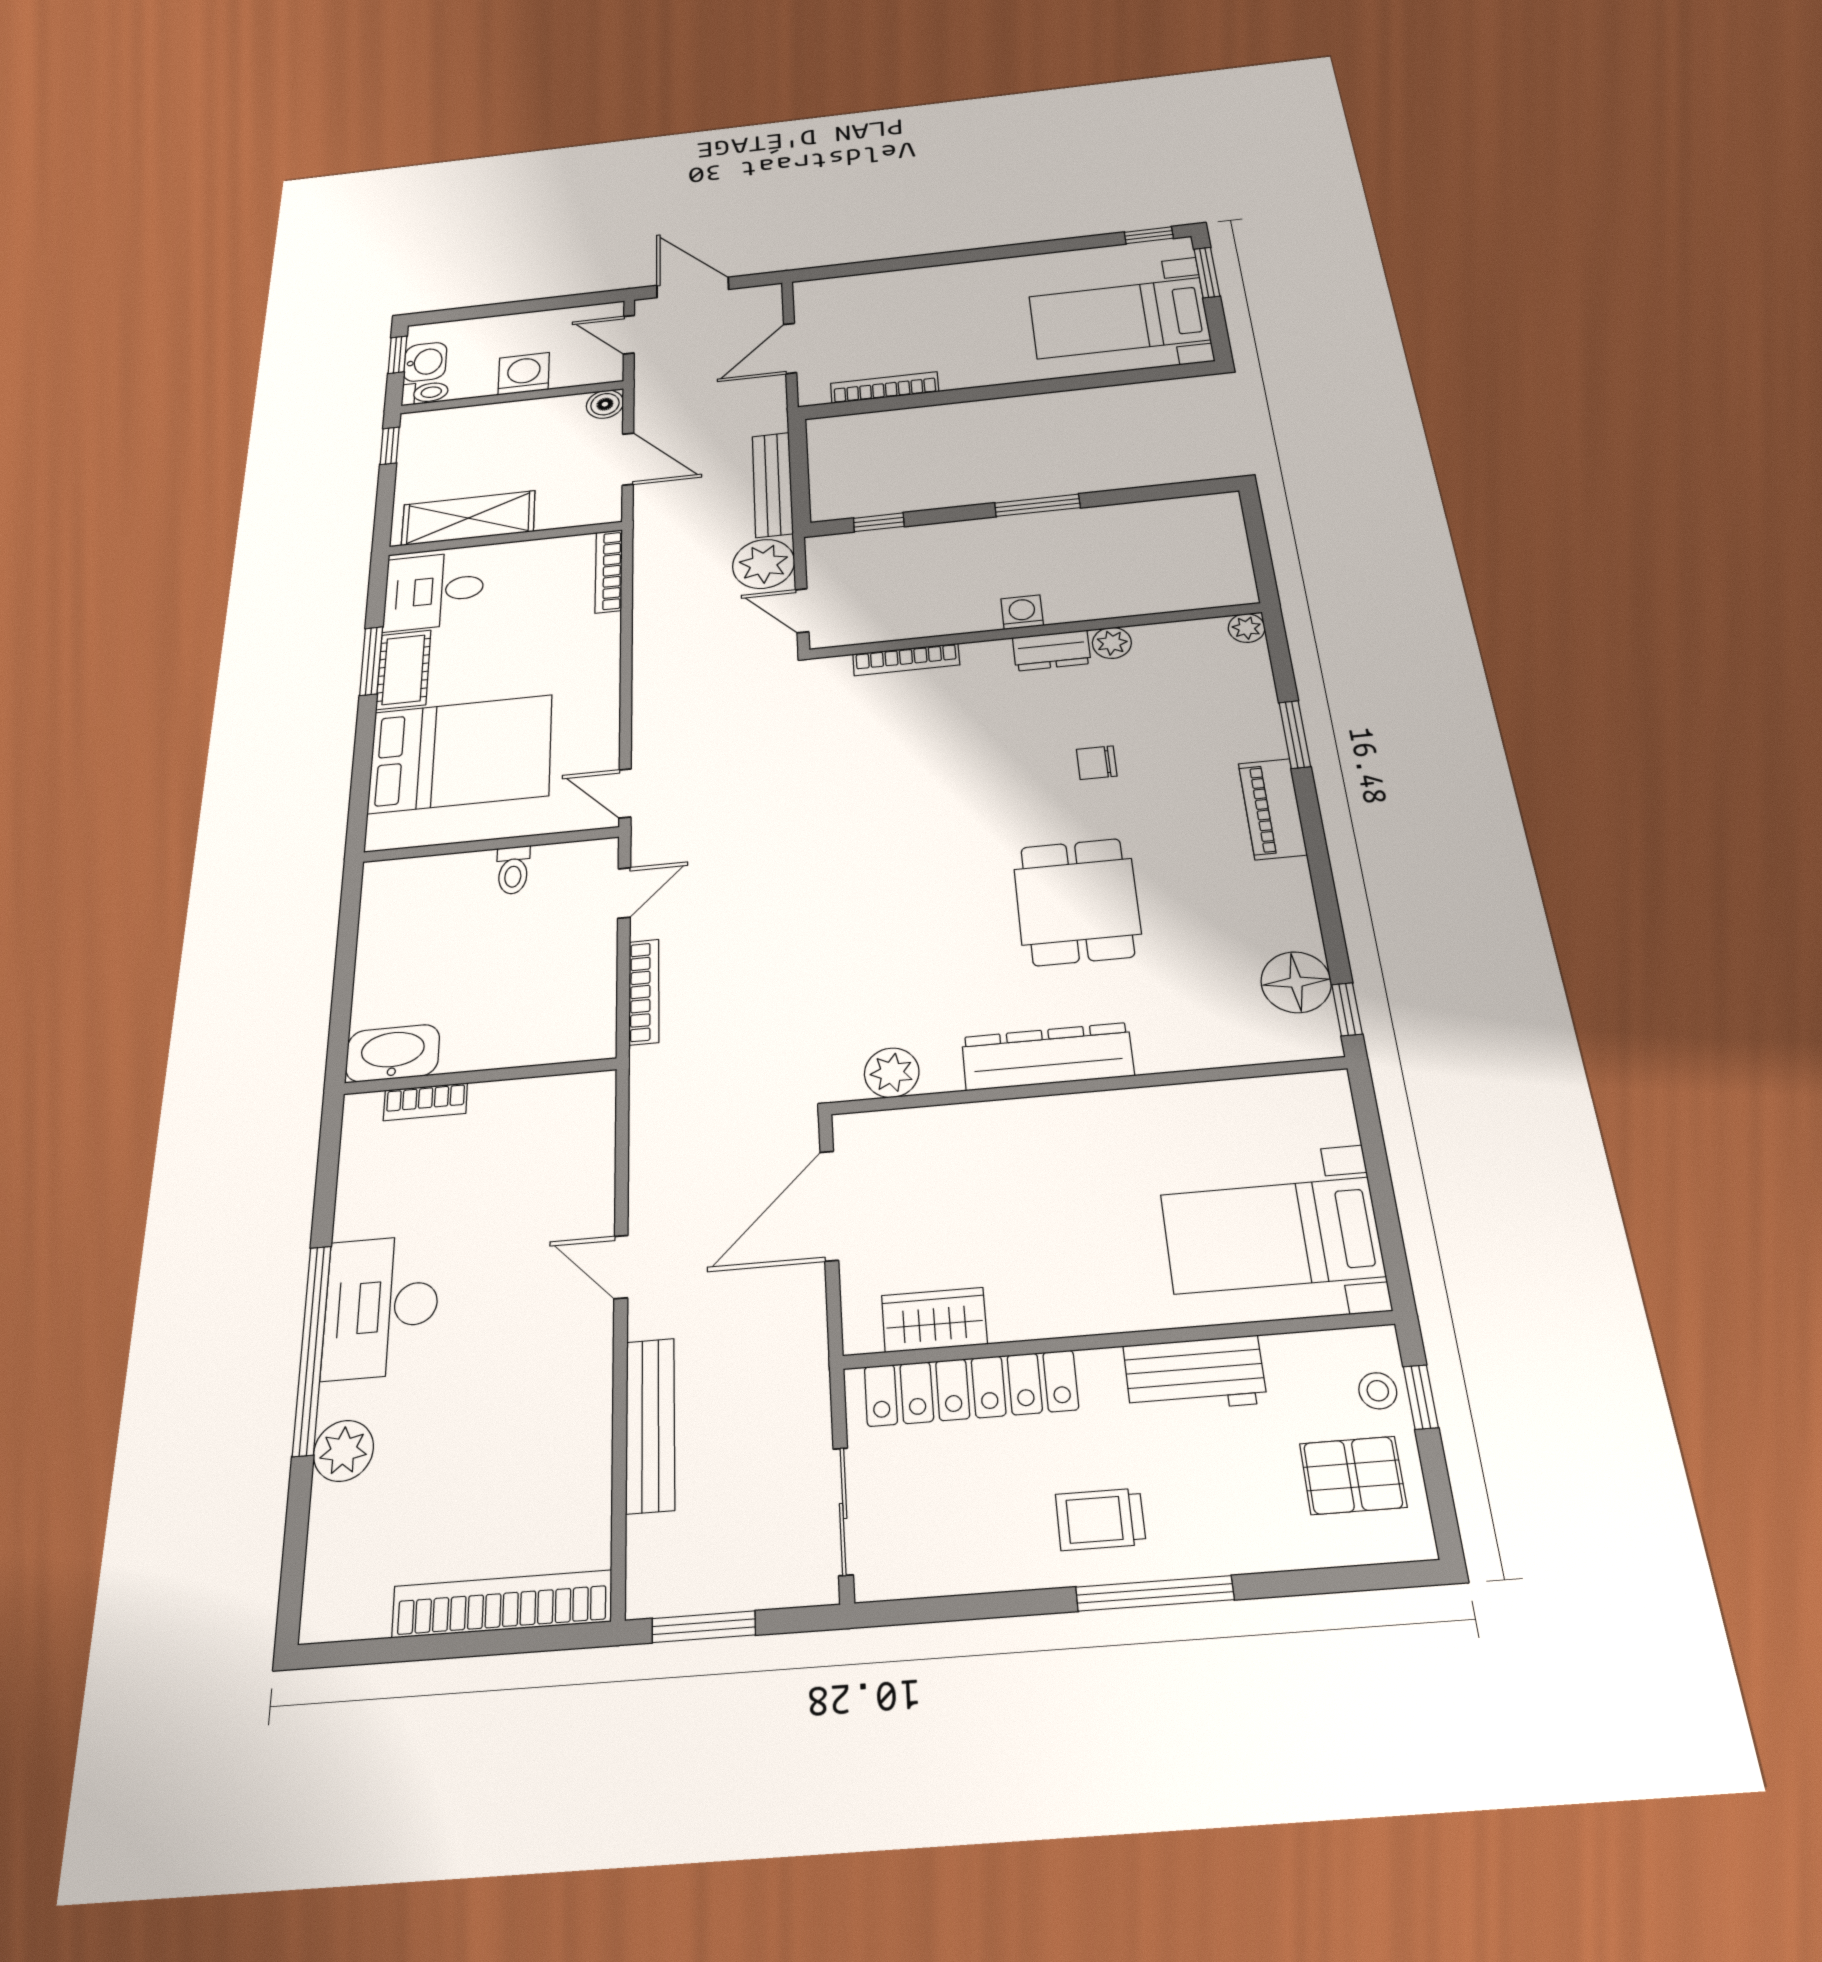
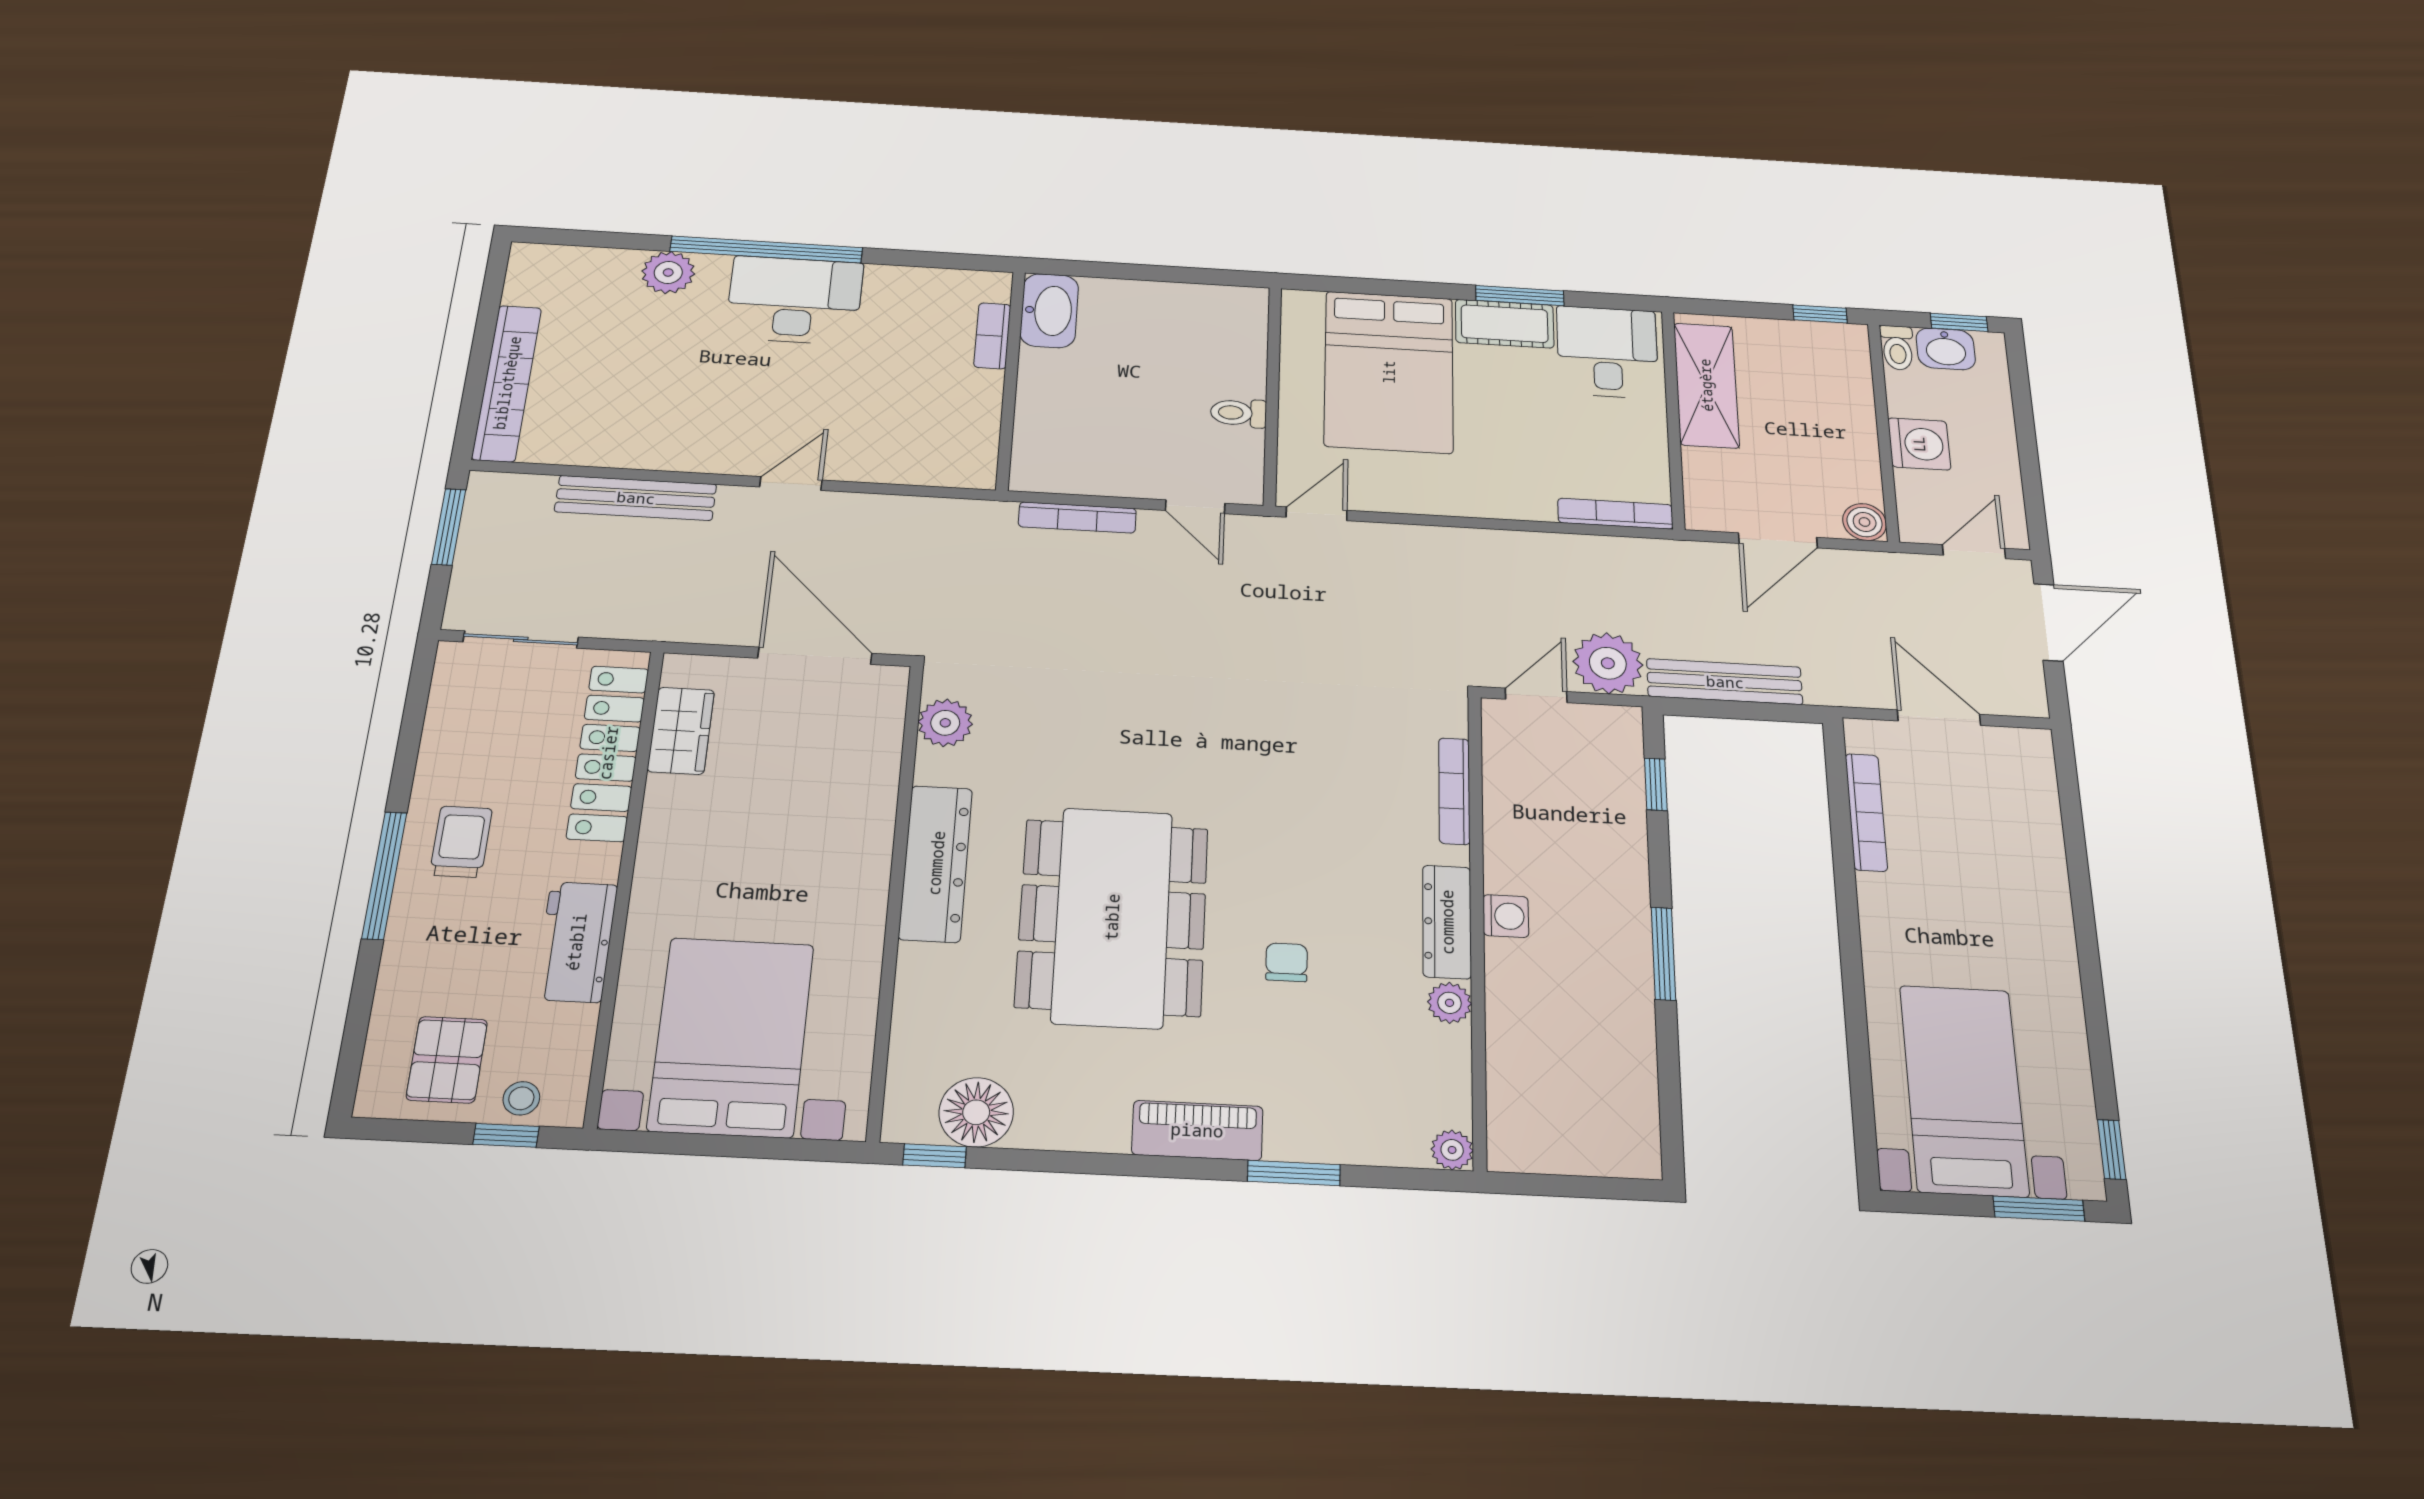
dresser: (1052, 651) -> (1447, 922), width x1.44
dining table: (1077, 902) -> (1112, 917), width x1.88, depth x1.24
bed with nightstands: (1272, 1235) -> (731, 1037), width x1.36

